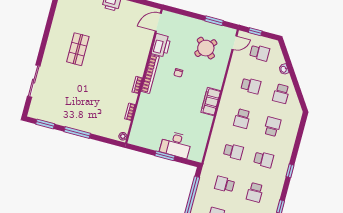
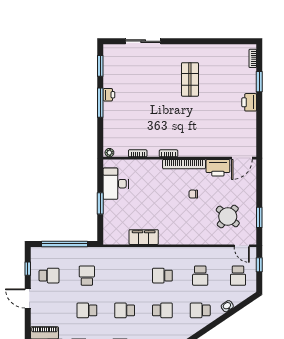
door: (158, 22) -> (242, 158), swing flipped
shop shelf: (78, 49) -> (190, 79), turned 90
filing cabinet: (211, 102) -> (144, 237), moved
printer: (72, 123) -> (109, 95), added
desk: (176, 145) -> (116, 184), moved
school desk: (233, 151) -> (125, 276), removed
school desk: (264, 159) -> (125, 310), turned 90

